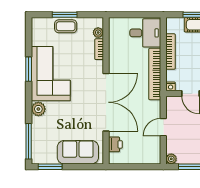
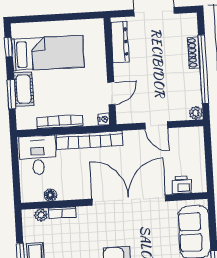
floor lamp: (113, 41) -> (50, 195), added

